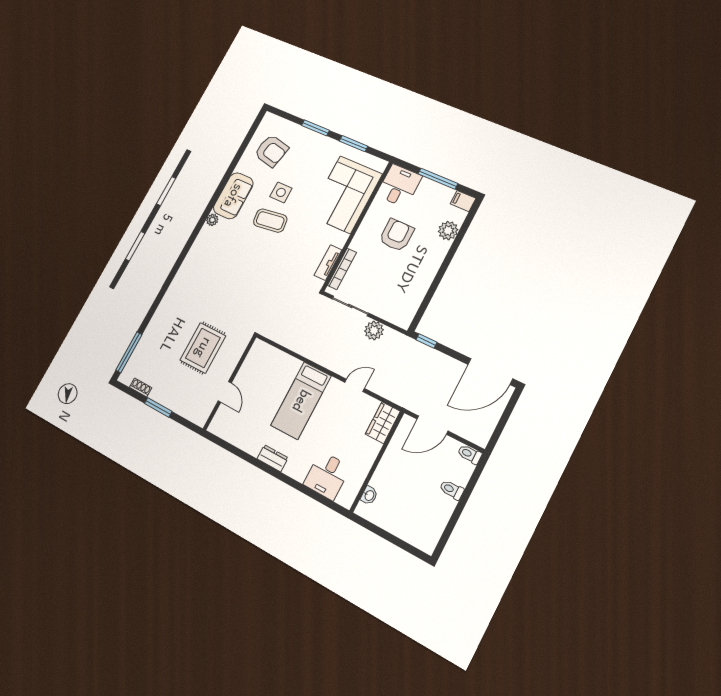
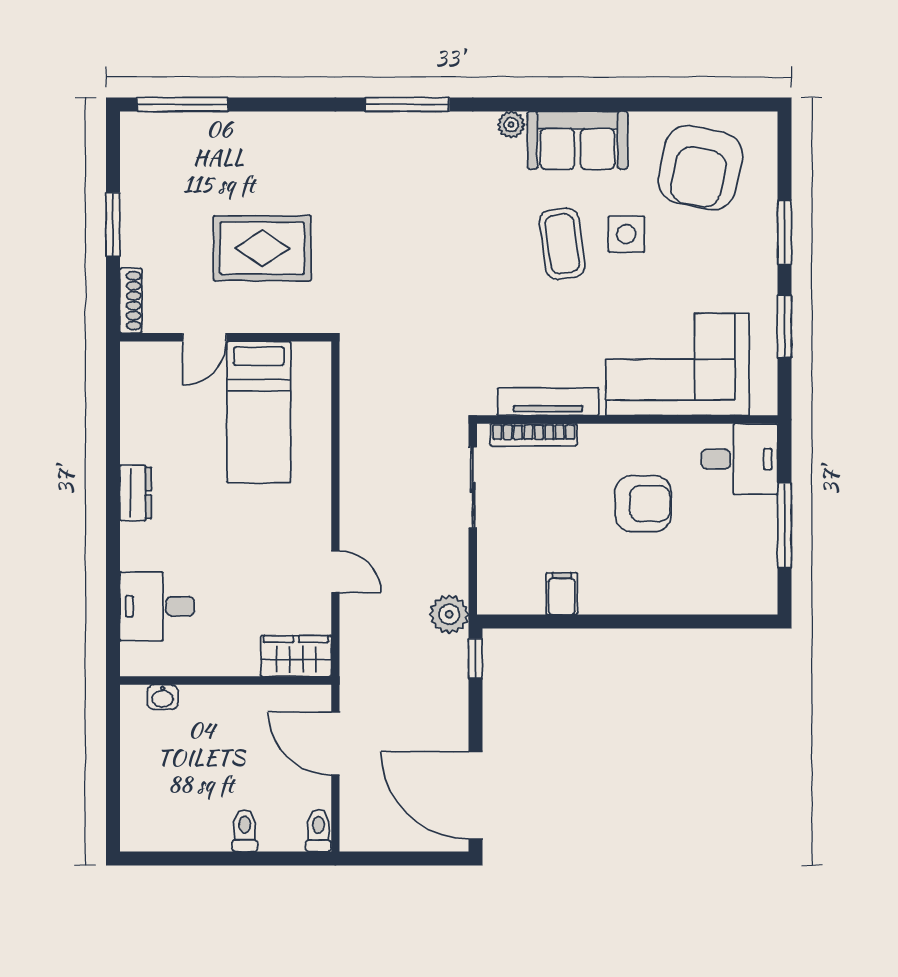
armchair: (271, 151) -> (700, 168), width x1.36, depth x1.36
filing cabinet: (463, 201) -> (562, 594), moved
plant: (448, 231) -> (694, 595), removed
window: (181, 259) -> (407, 104), added
tv unit: (328, 263) -> (548, 402), width x1.41
plant: (374, 330) -> (449, 614), moved
shoe rack: (141, 387) -> (131, 301), moved, width x1.43
bed: (301, 401) -> (259, 412), moved, turned -90

